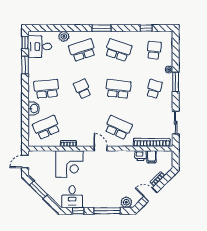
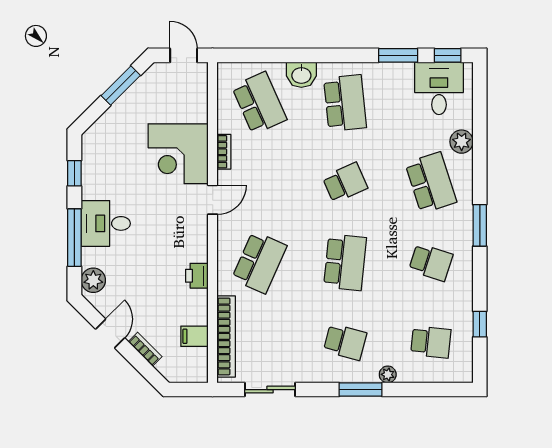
school desk: (118, 50) -> (431, 262), width x0.54
door: (101, 149) -> (213, 200), moved
printer: (141, 156) -> (197, 276), moved
desk: (72, 197) -> (106, 223), moved

